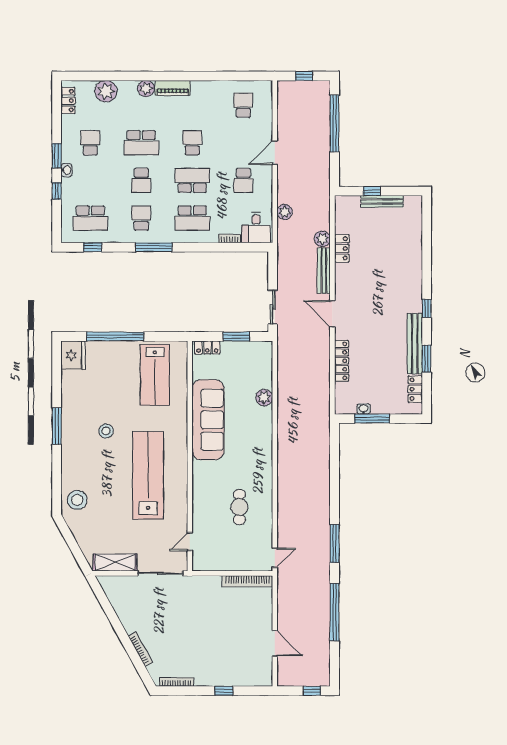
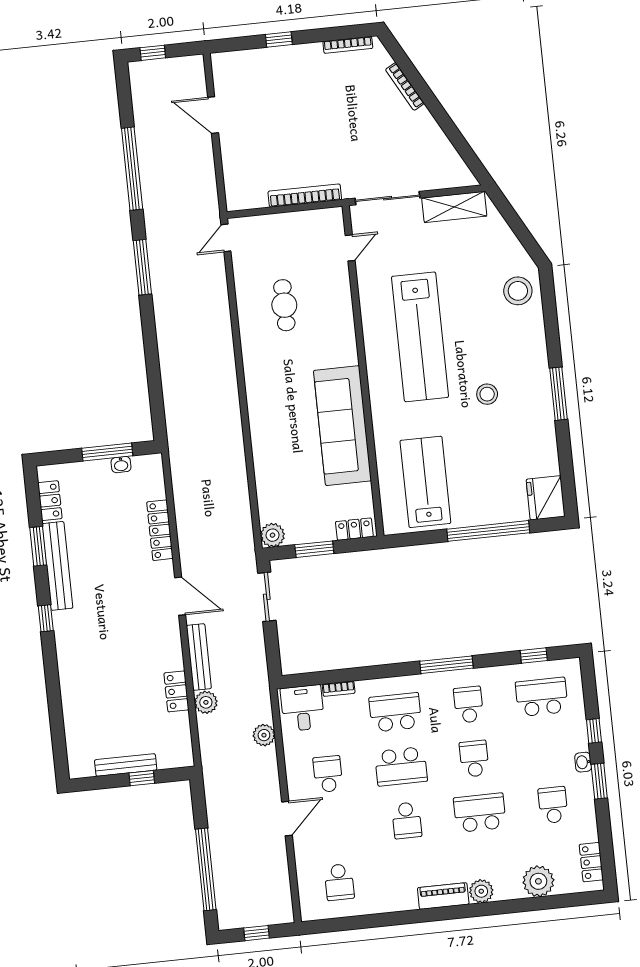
school desk: (90, 143) -> (553, 805), turned 180
school desk: (141, 218) -> (469, 705), turned 180
plant: (264, 398) -> (273, 535), moved
bookcase: (248, 581) -> (305, 196), moved

